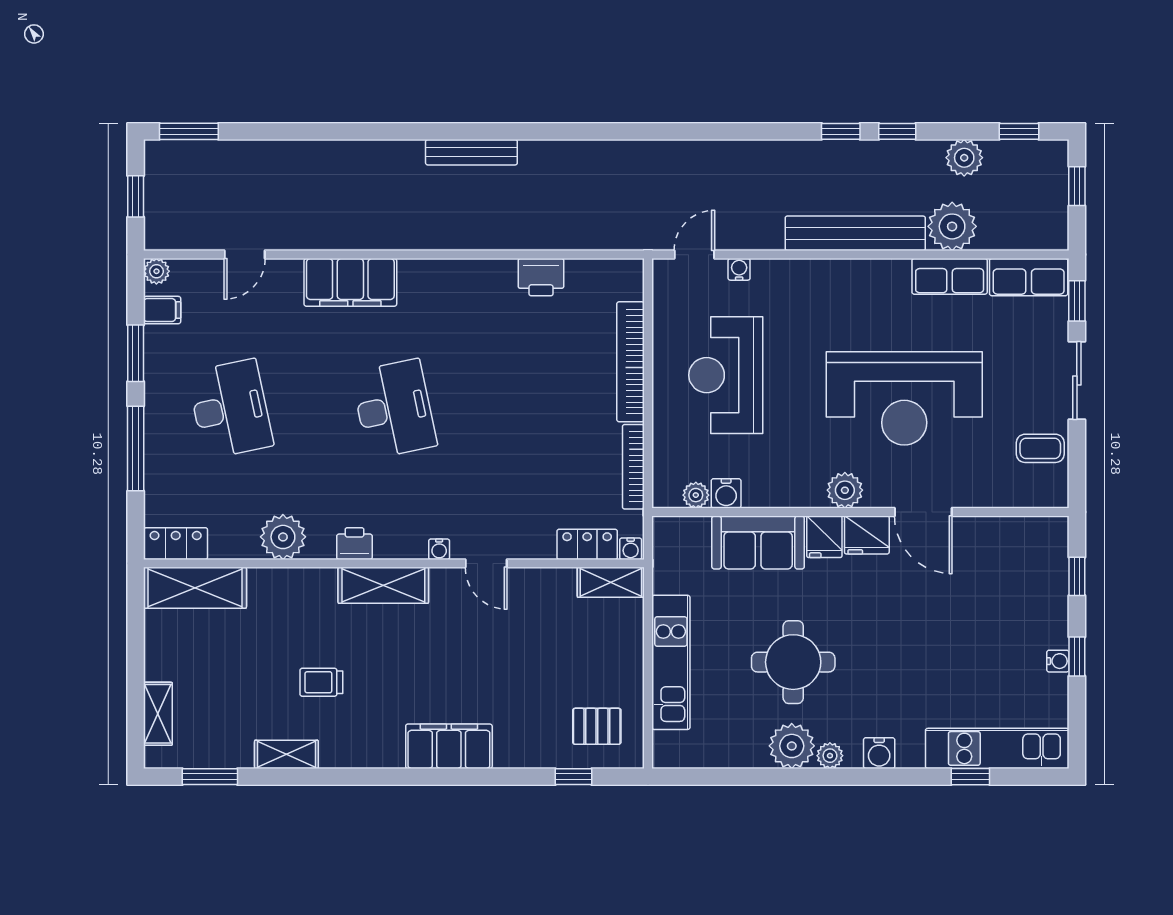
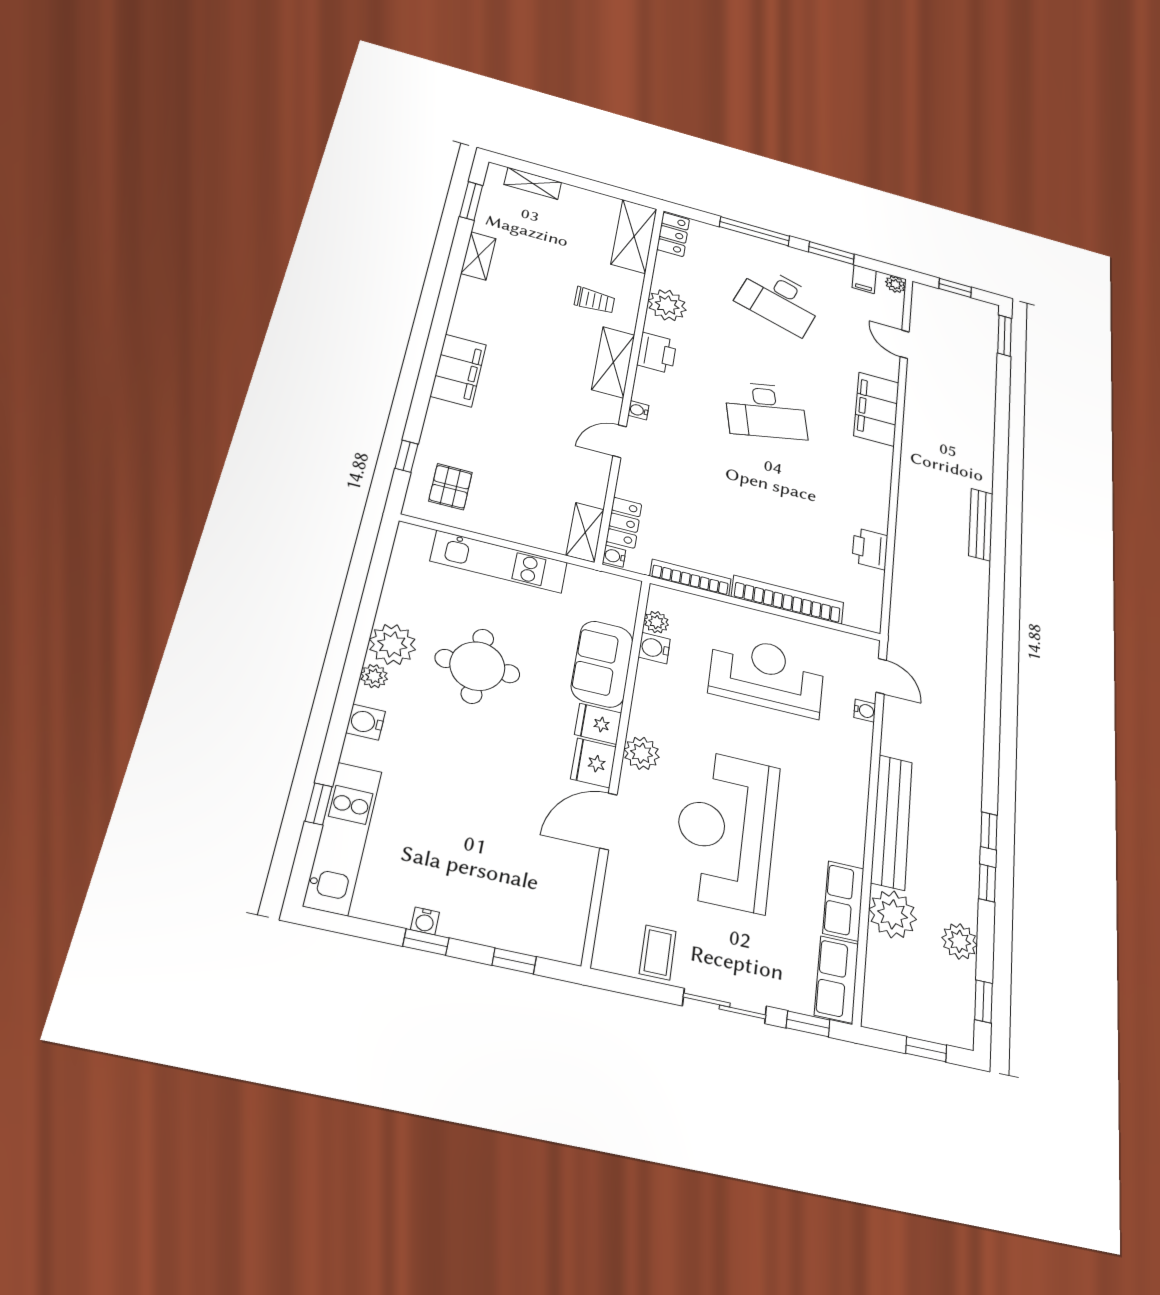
desk: (230, 409) -> (779, 300), turned 30
printer: (354, 544) -> (657, 353), width x1.36, depth x1.24
trolley: (321, 682) -> (594, 300), moved, turned 90

